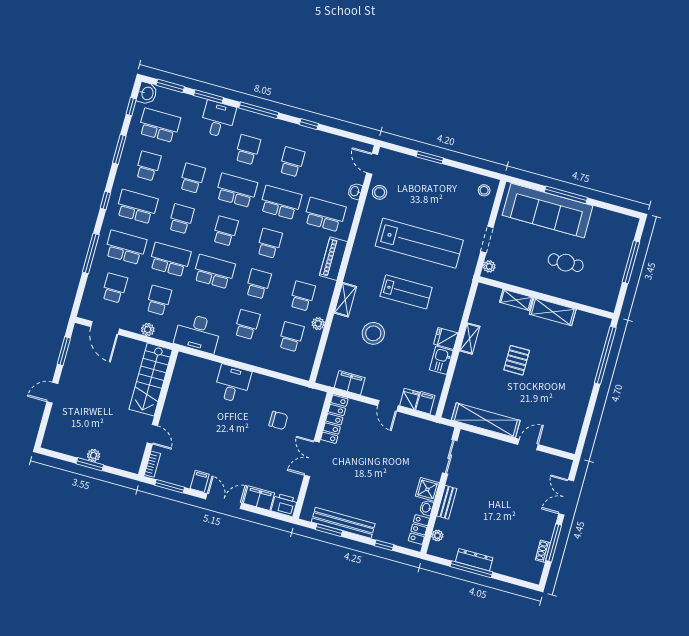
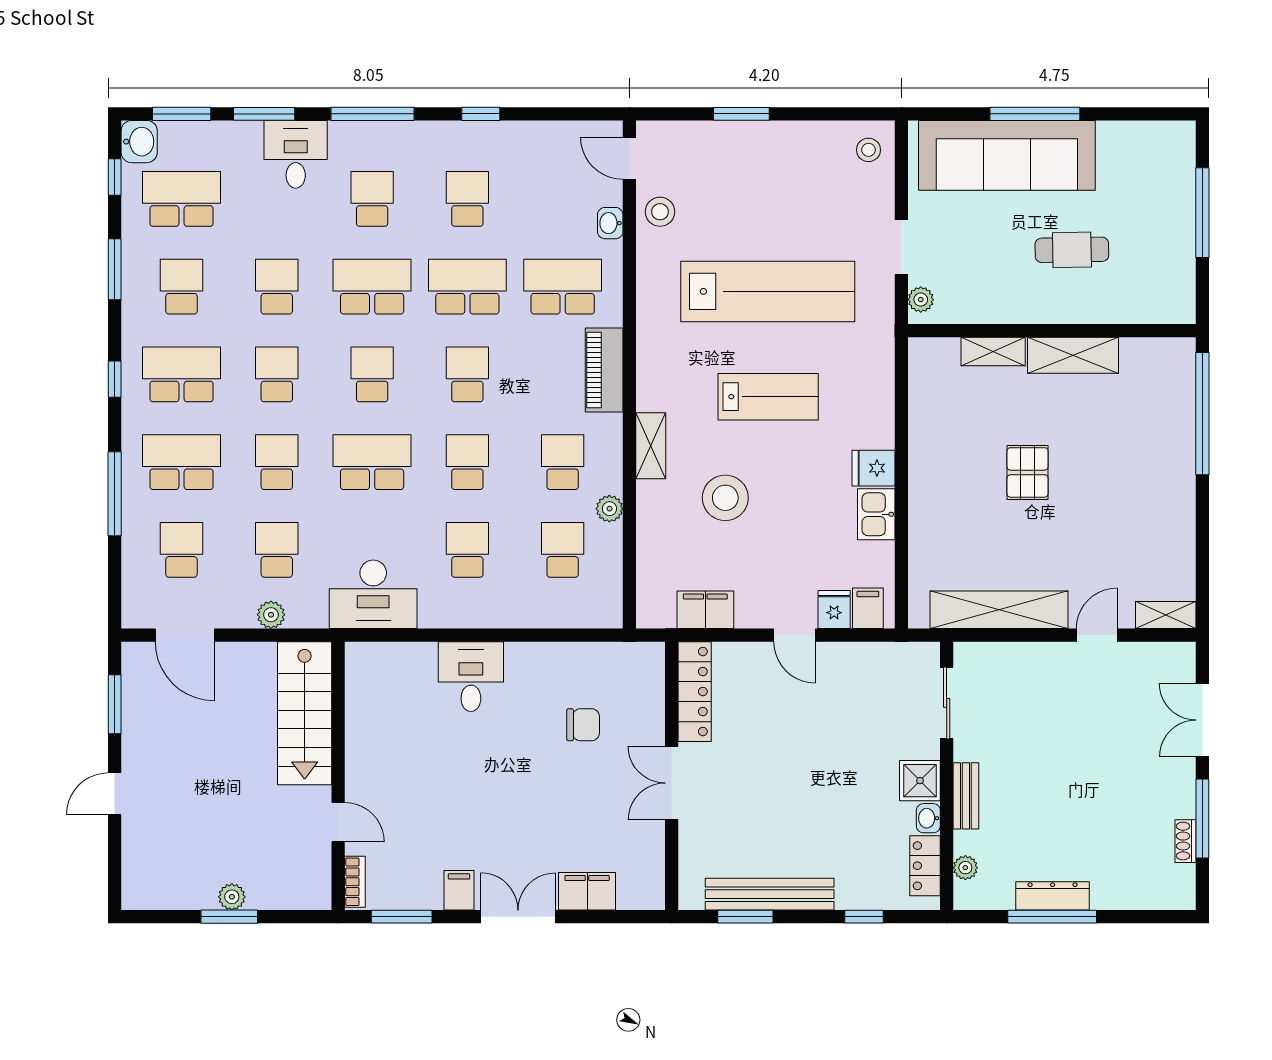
school desk: (170, 260) -> (277, 462), width x0.54
shelving: (470, 339) -> (1166, 615), moved, turned 90
printer: (284, 505) -> (642, 891), removed

